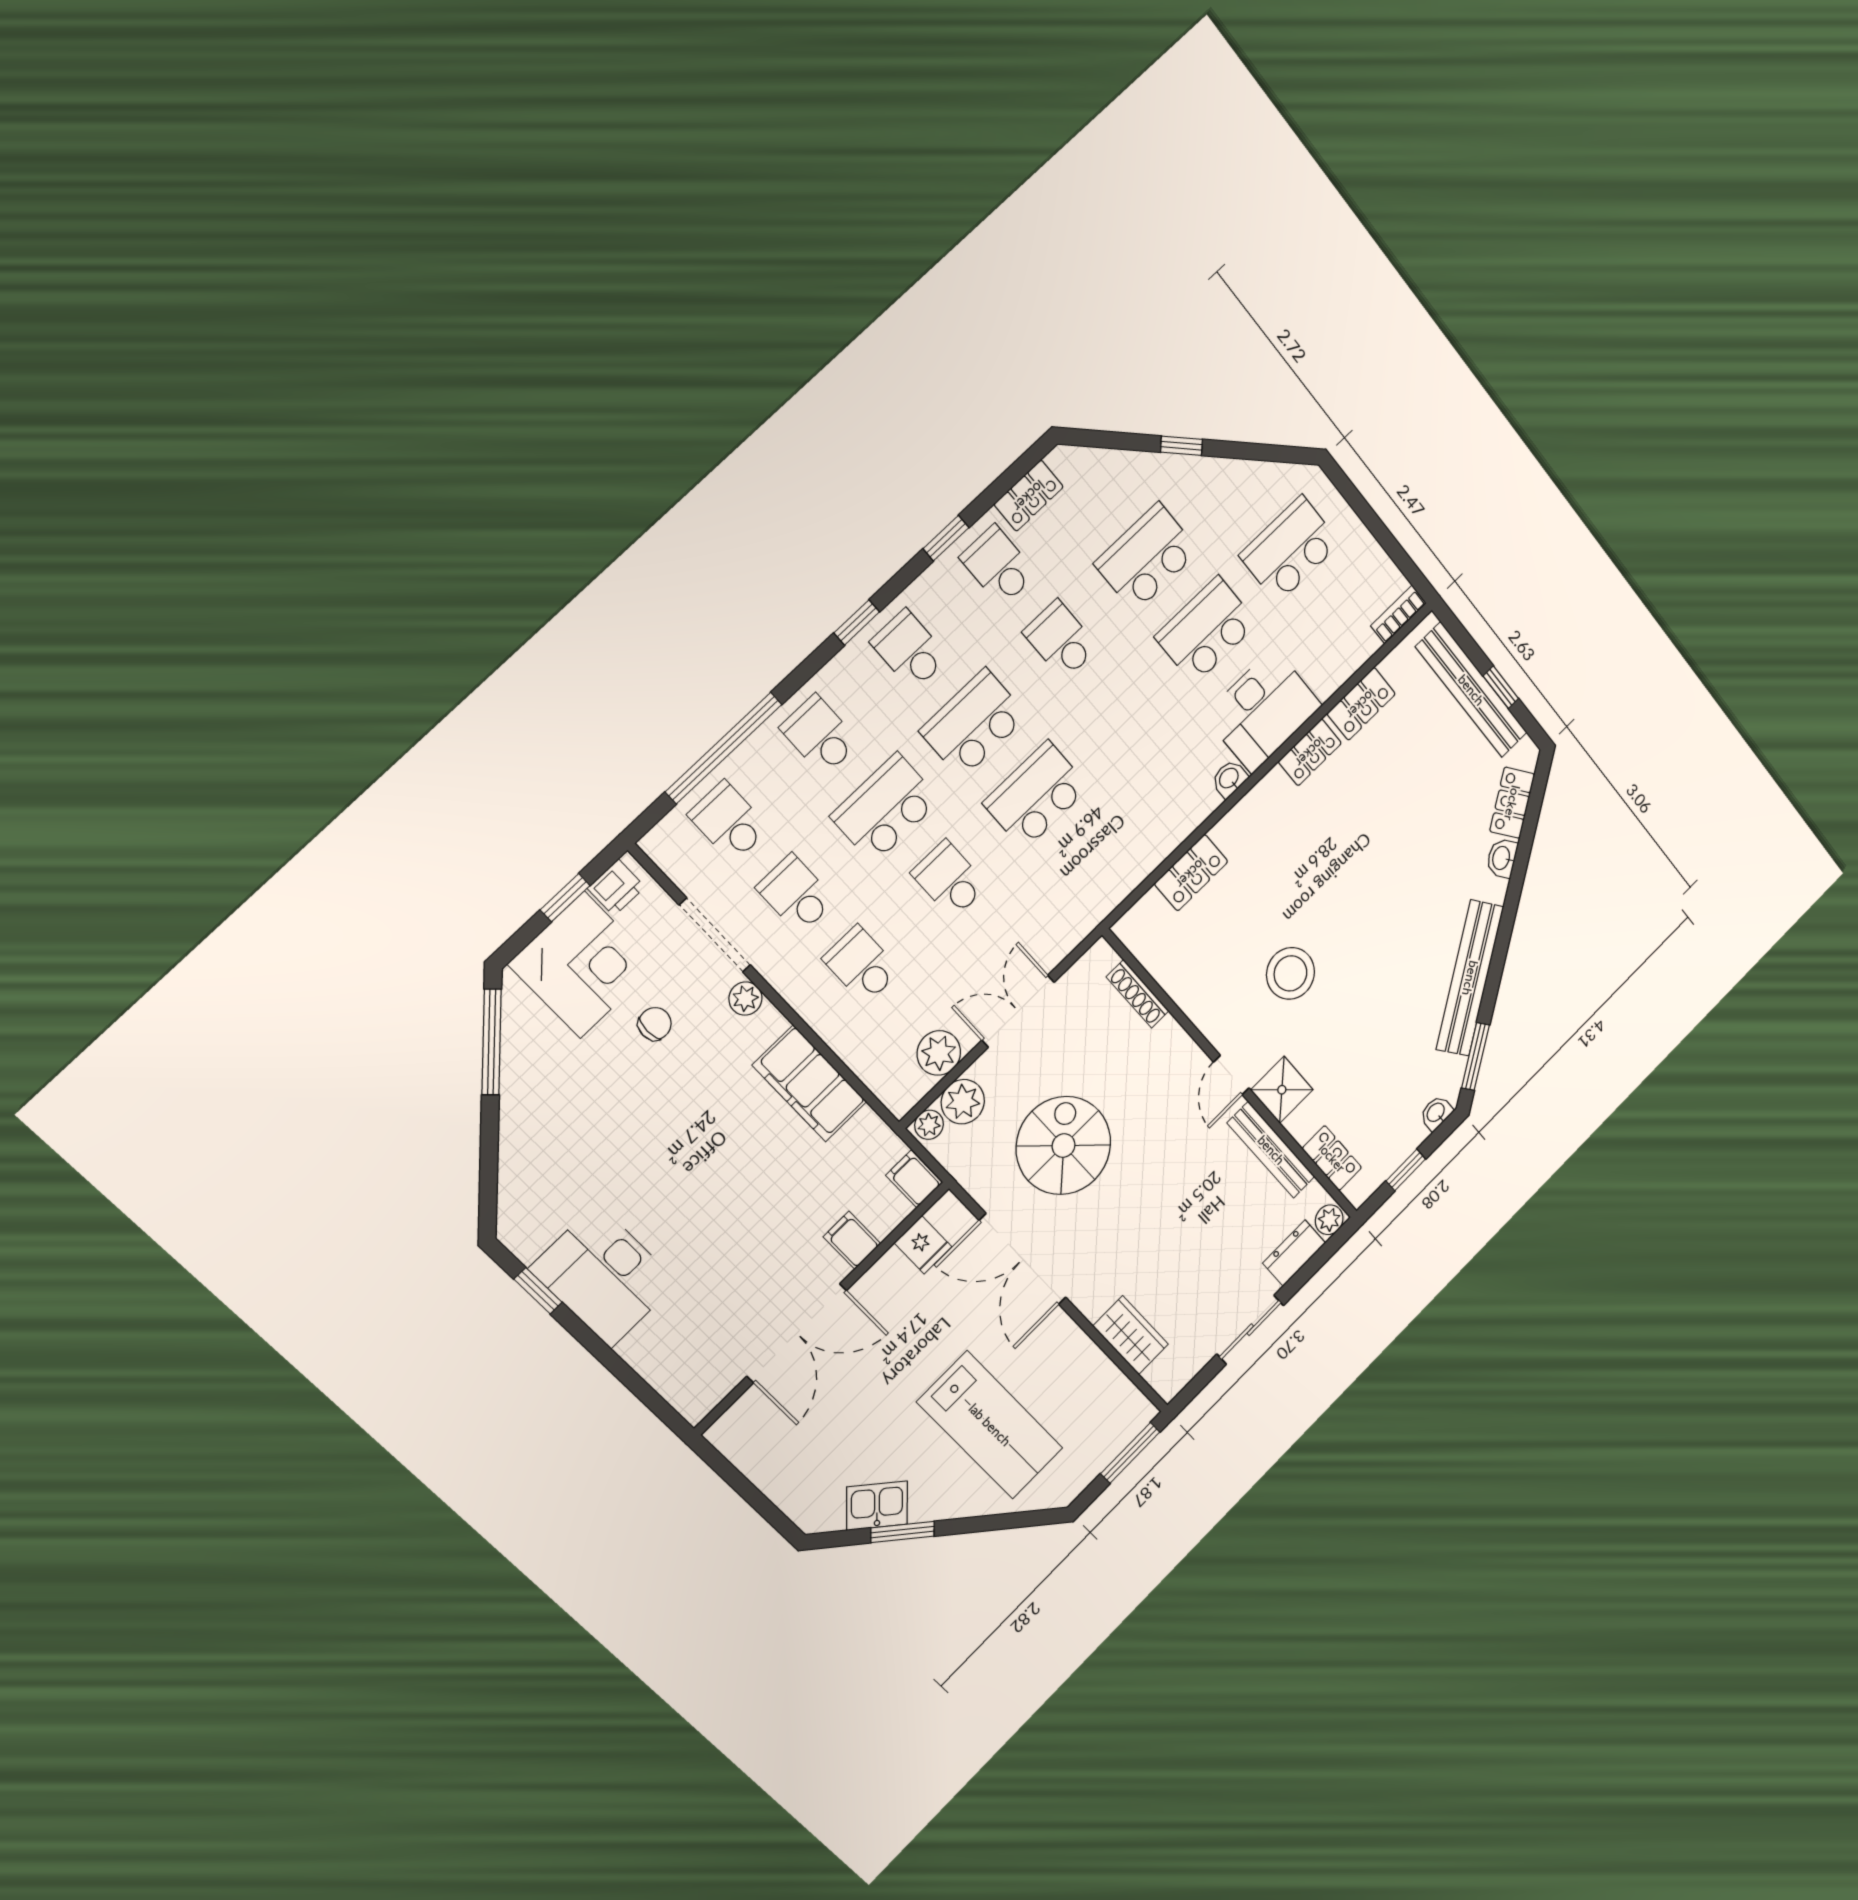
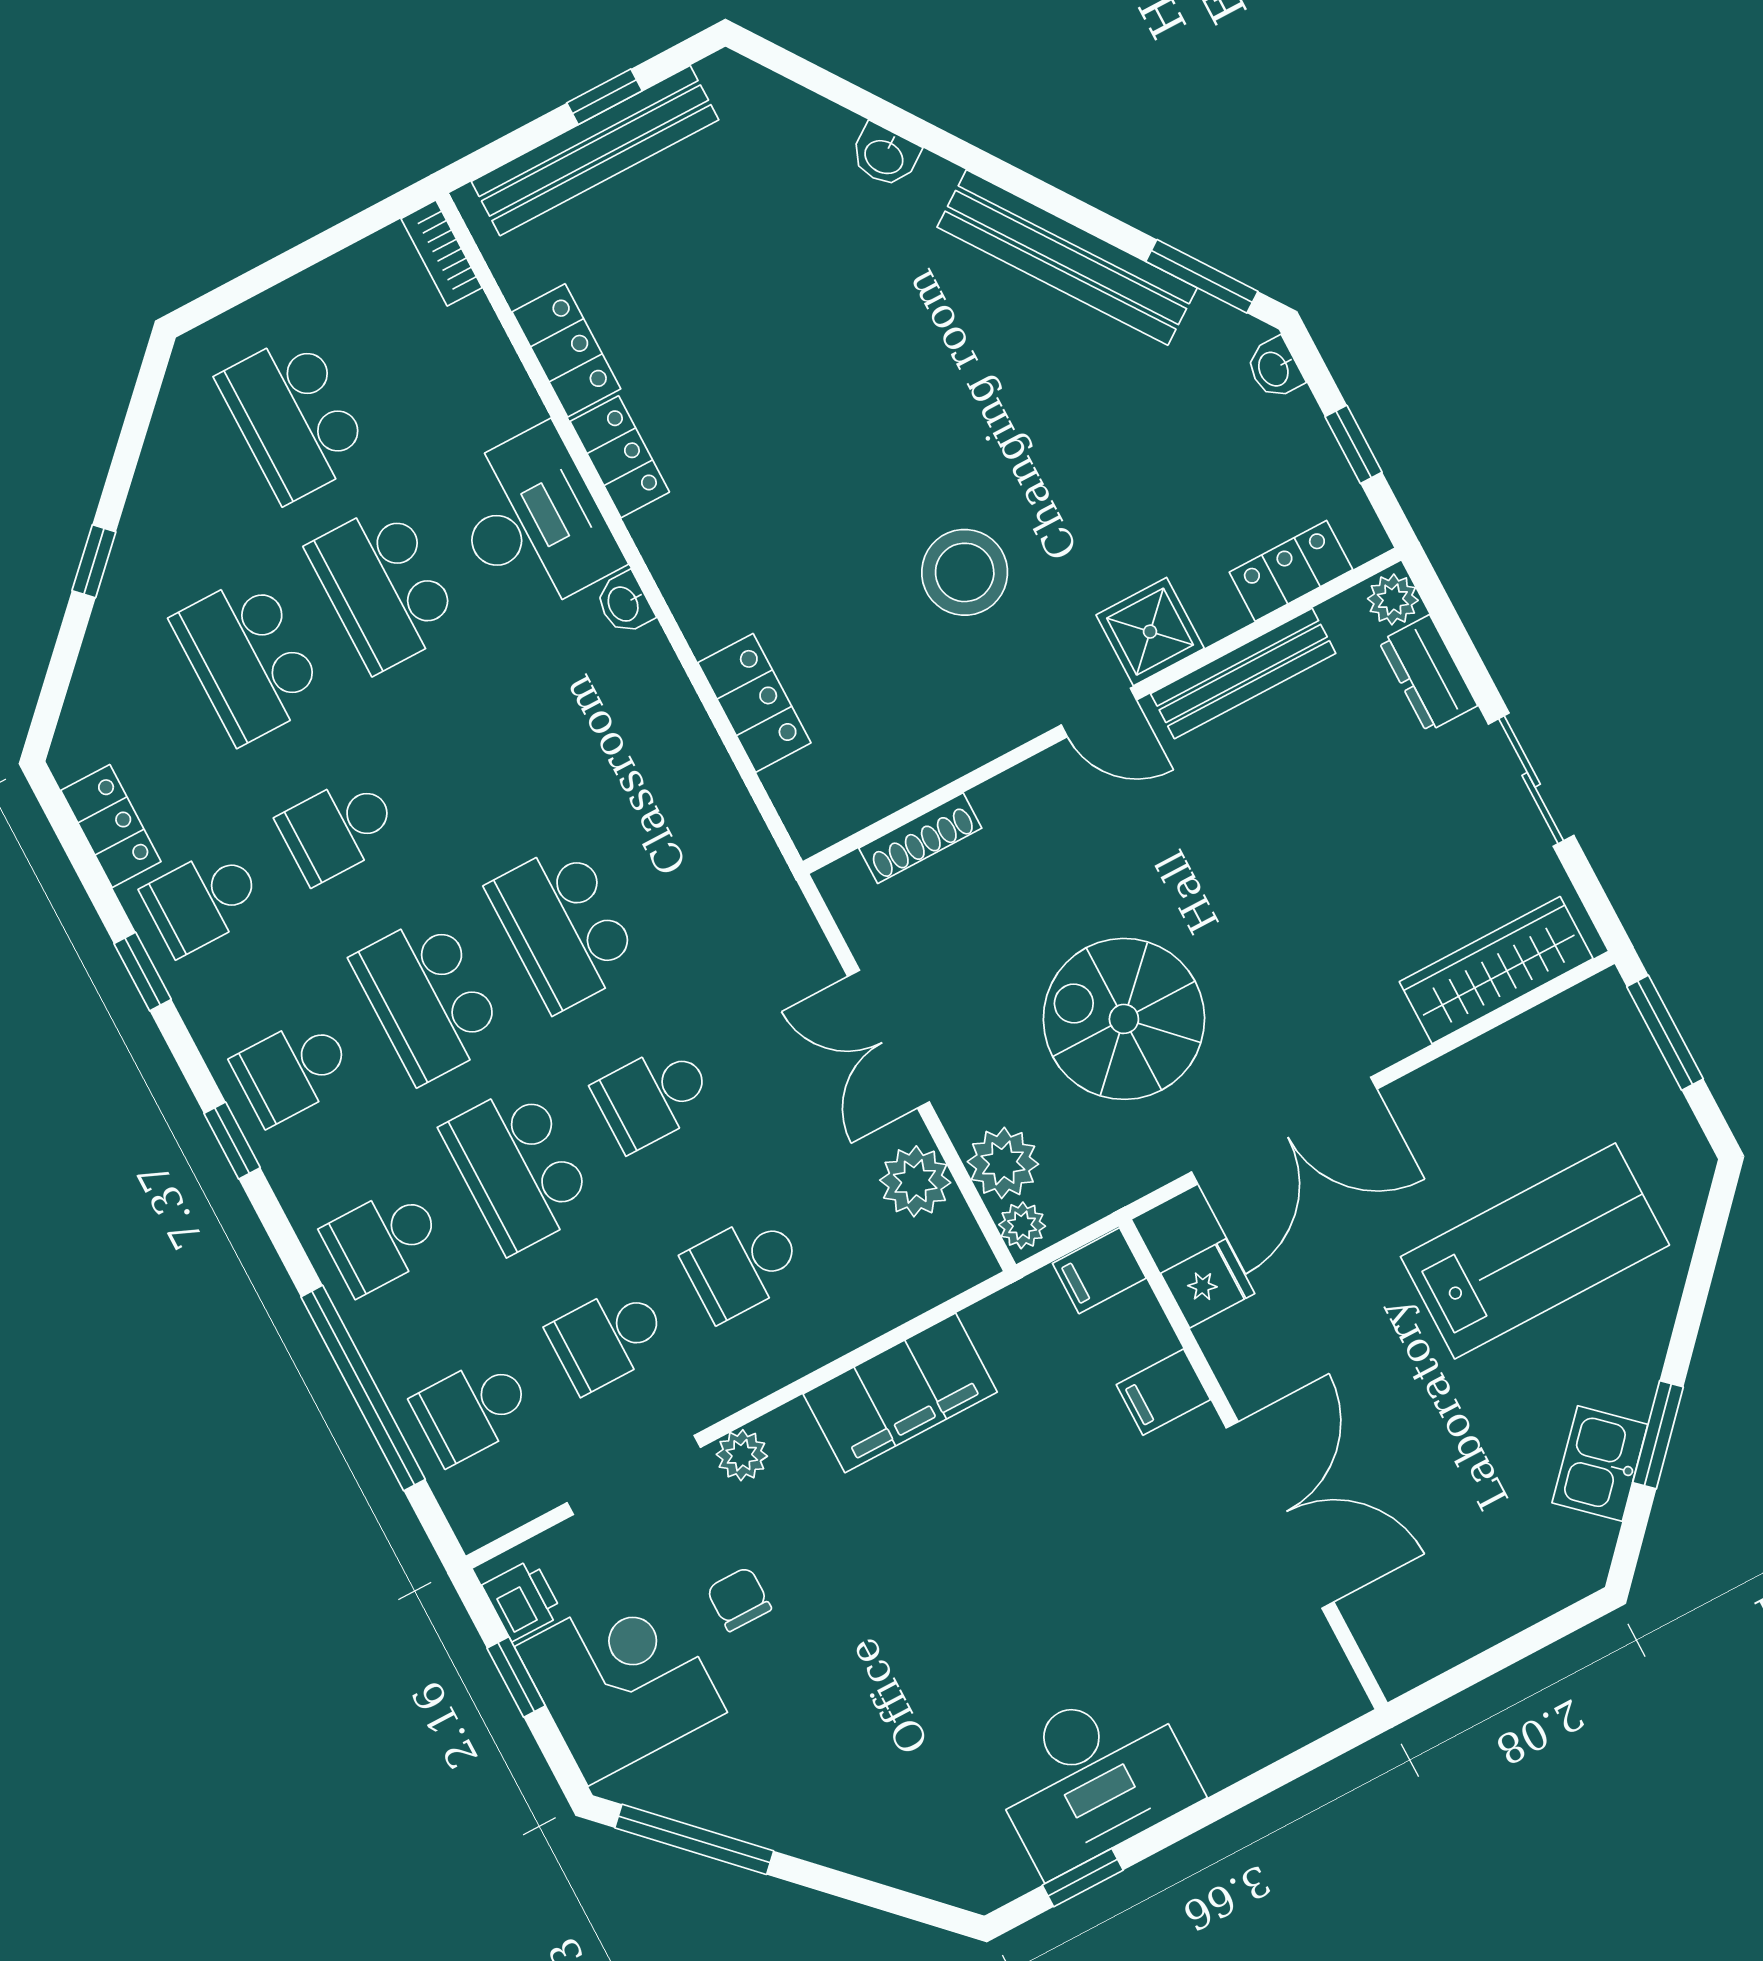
locker: (1512, 803) -> (798, 117), removed
wardrobe: (1131, 1335) -> (1496, 970), width x1.50

